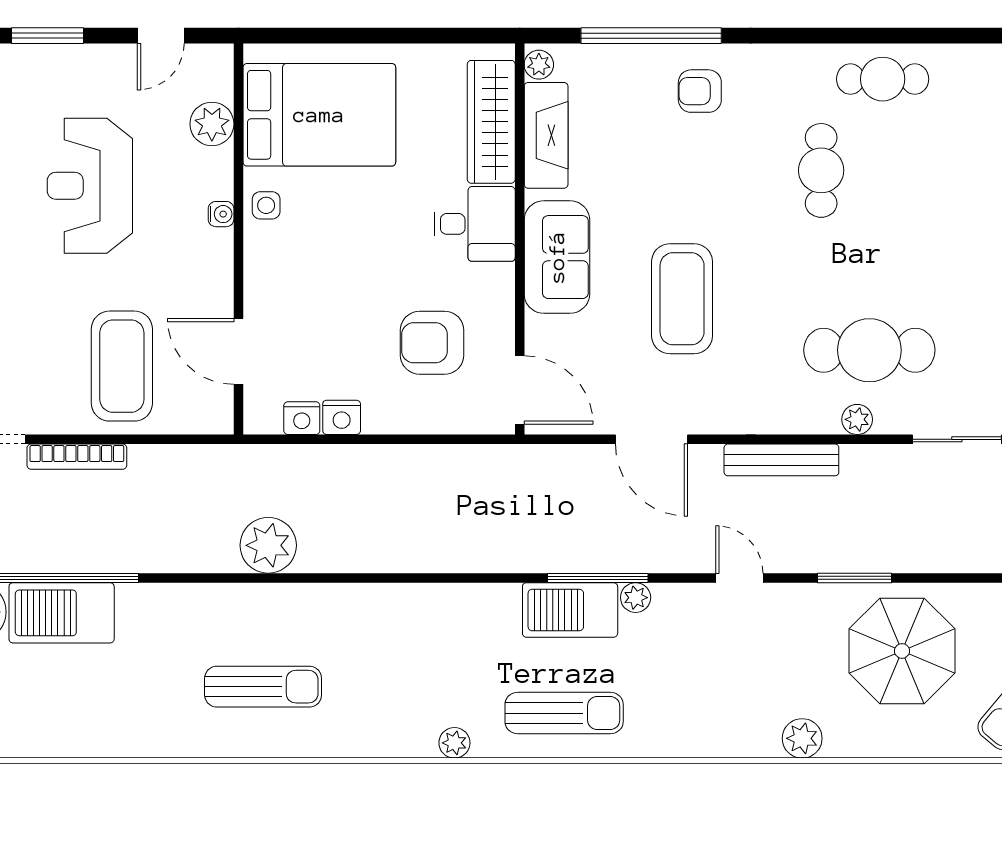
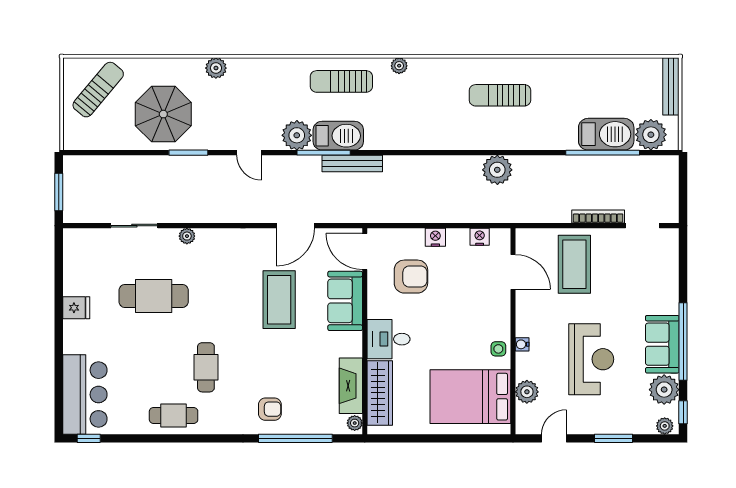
sofa: (557, 257) -> (345, 301), moved
cafe table: (869, 350) -> (154, 296), moved
nightstand: (342, 417) -> (435, 237), moved
door: (651, 439) -> (295, 226), swing flipped
bench: (781, 460) -> (352, 163), moved
plant: (636, 598) -> (297, 135), width x1.87, depth x1.87

